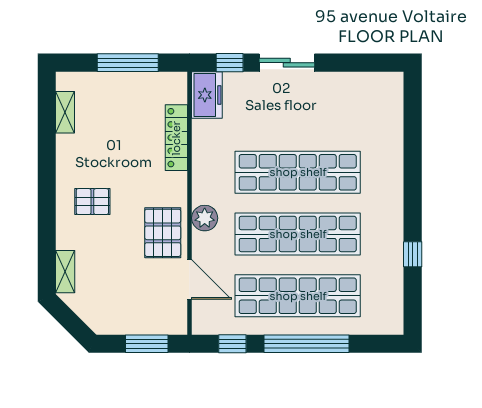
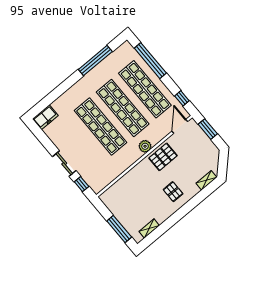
window: (128, 63) -> (119, 229), moved
freezer: (207, 95) -> (45, 117), moved, turned 180
locker: (176, 138) -> (125, 181), removed
window: (413, 254) -> (95, 60), width x3.17
door: (189, 280) -> (180, 126), moved
window: (307, 344) -> (150, 61), moved

